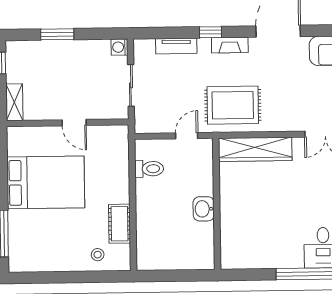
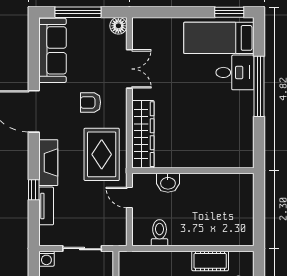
window: (210, 32) -> (34, 190), moved
fireplace: (230, 45) -> (48, 163), width x1.37, depth x1.32
armchair: (289, 92) -> (90, 102), added
washbasin: (204, 209) -> (168, 183), moved

